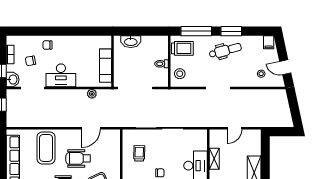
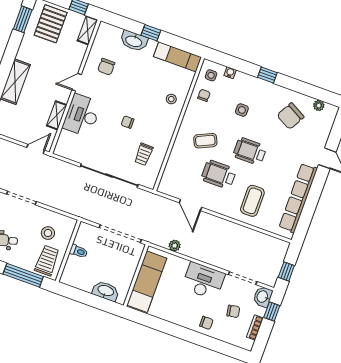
trolley: (182, 48) -> (47, 261), turned 90
exam couch: (105, 66) -> (147, 282), width x1.36, depth x1.45
stool: (180, 74) -> (48, 233), moved
door: (91, 128) -> (191, 205), swing flipped
door: (235, 128) -> (36, 149), moved
coffee table: (46, 148) -> (252, 201), width x0.73, depth x0.76
wheelchair: (78, 158) -> (219, 174), turned 180

